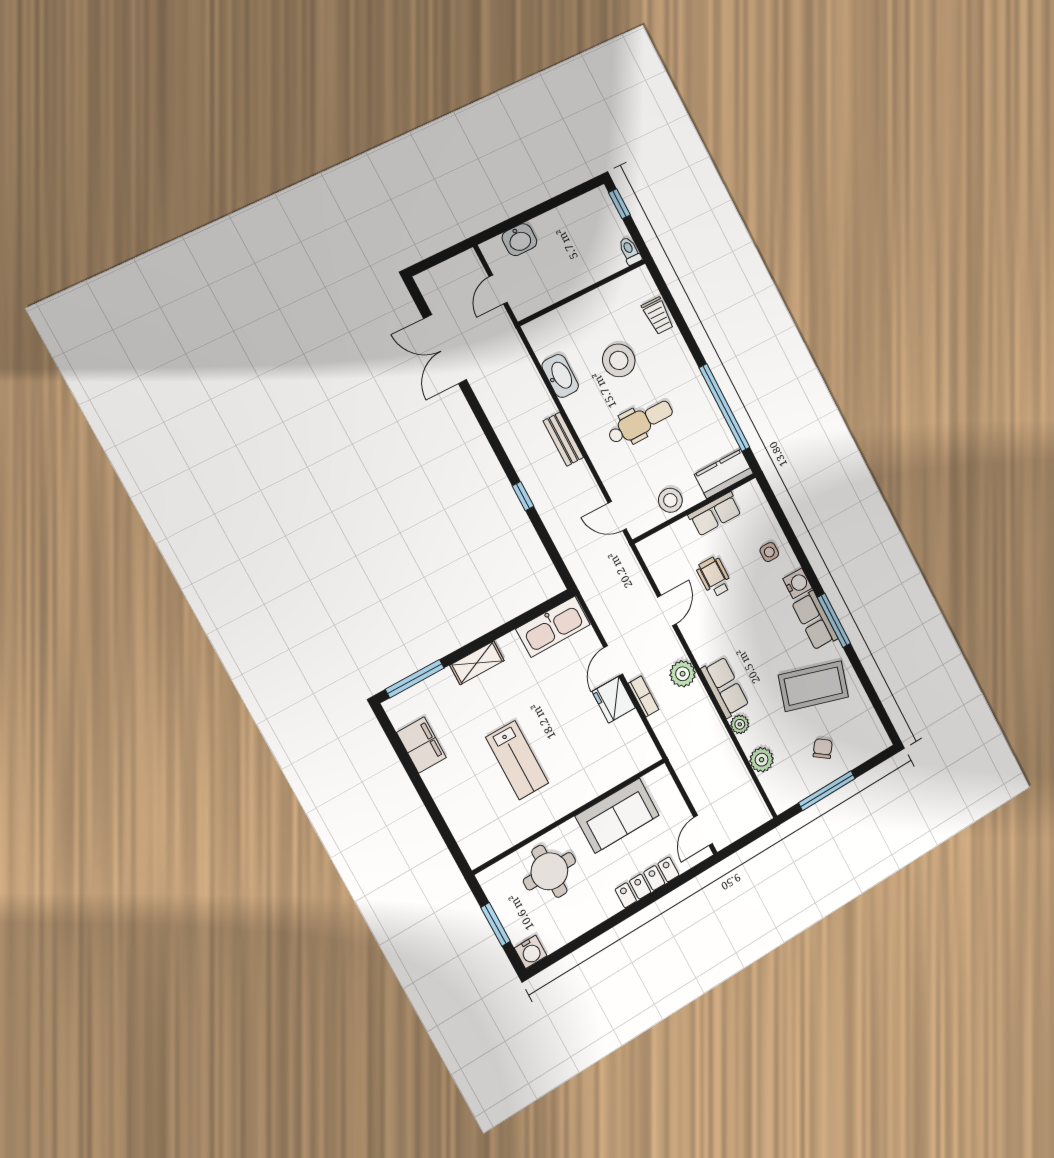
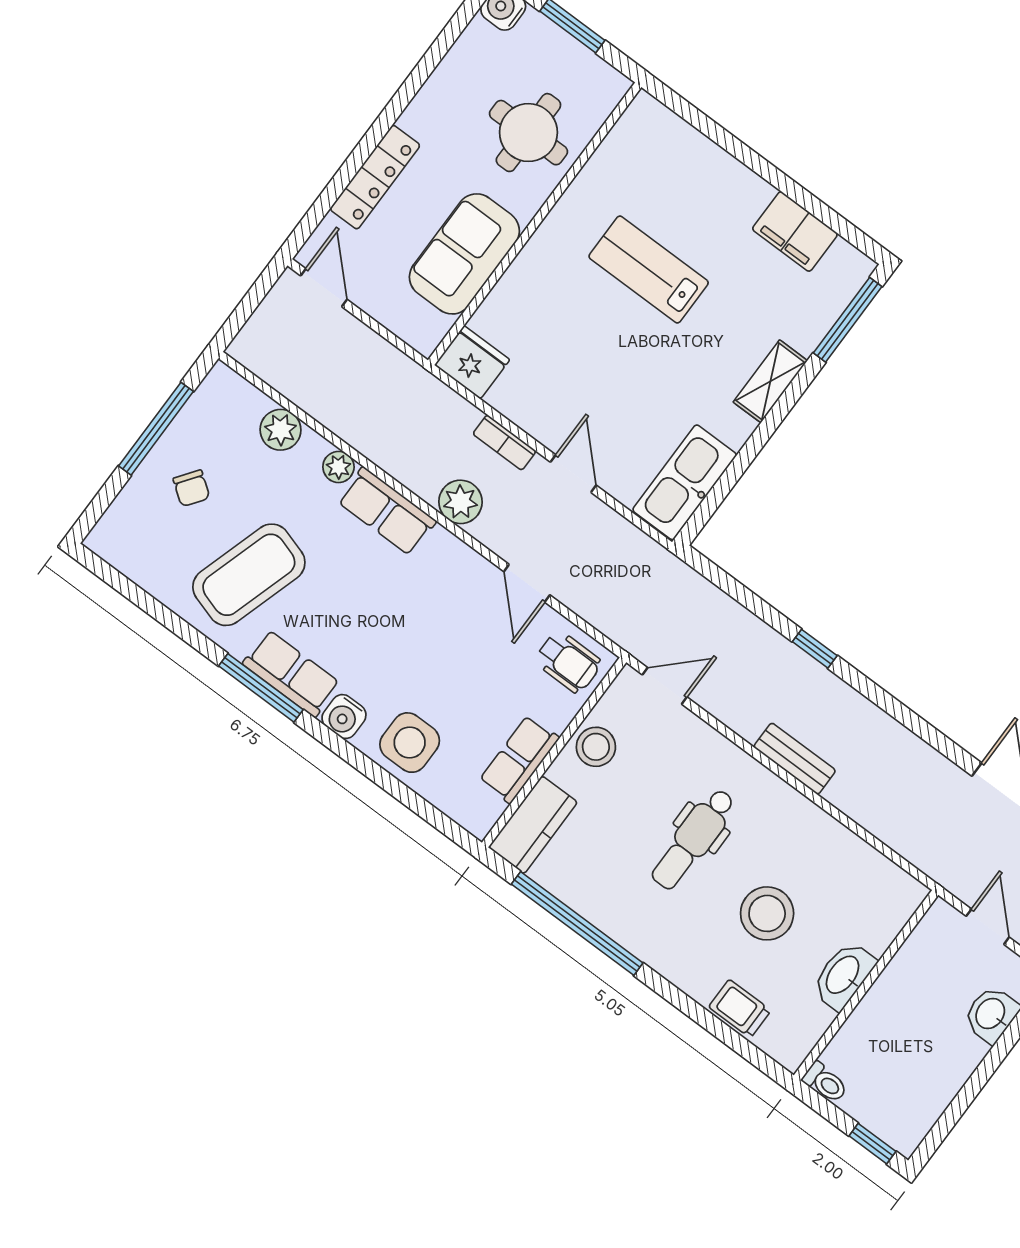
washbasin: (560, 376) -> (843, 975), moved, turned 90
side table: (769, 552) -> (410, 743), width x1.87, depth x1.87
wheelchair: (714, 577) -> (568, 662), moved
fridge: (614, 700) -> (472, 362), moved

